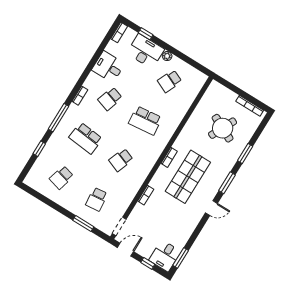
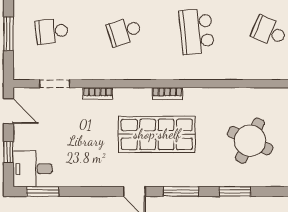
school desk: (121, 160) -> (124, 31), turned -39
doorway: (119, 226) -> (55, 84), moved

